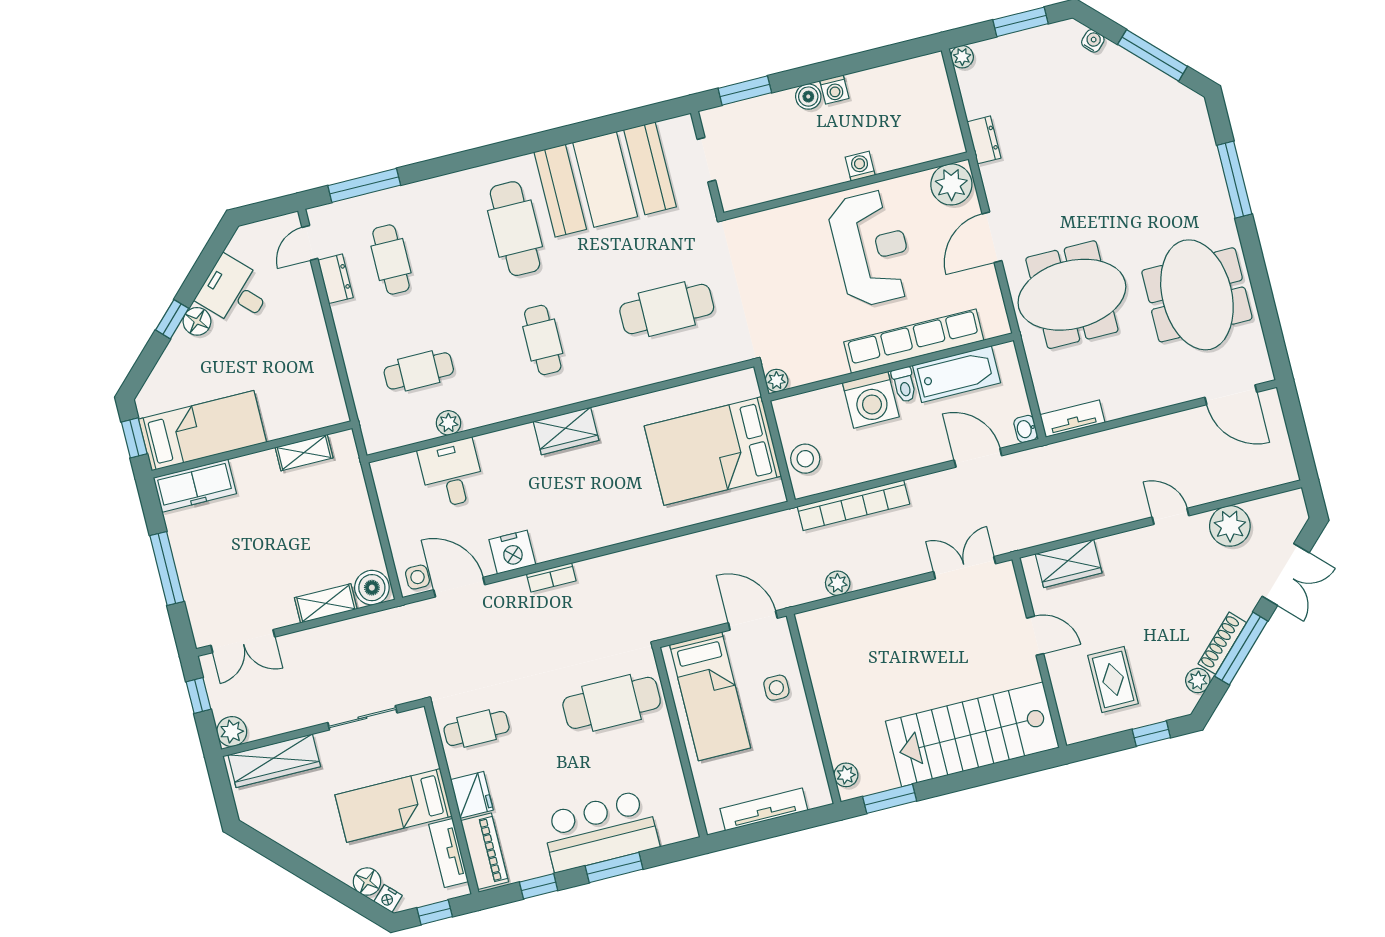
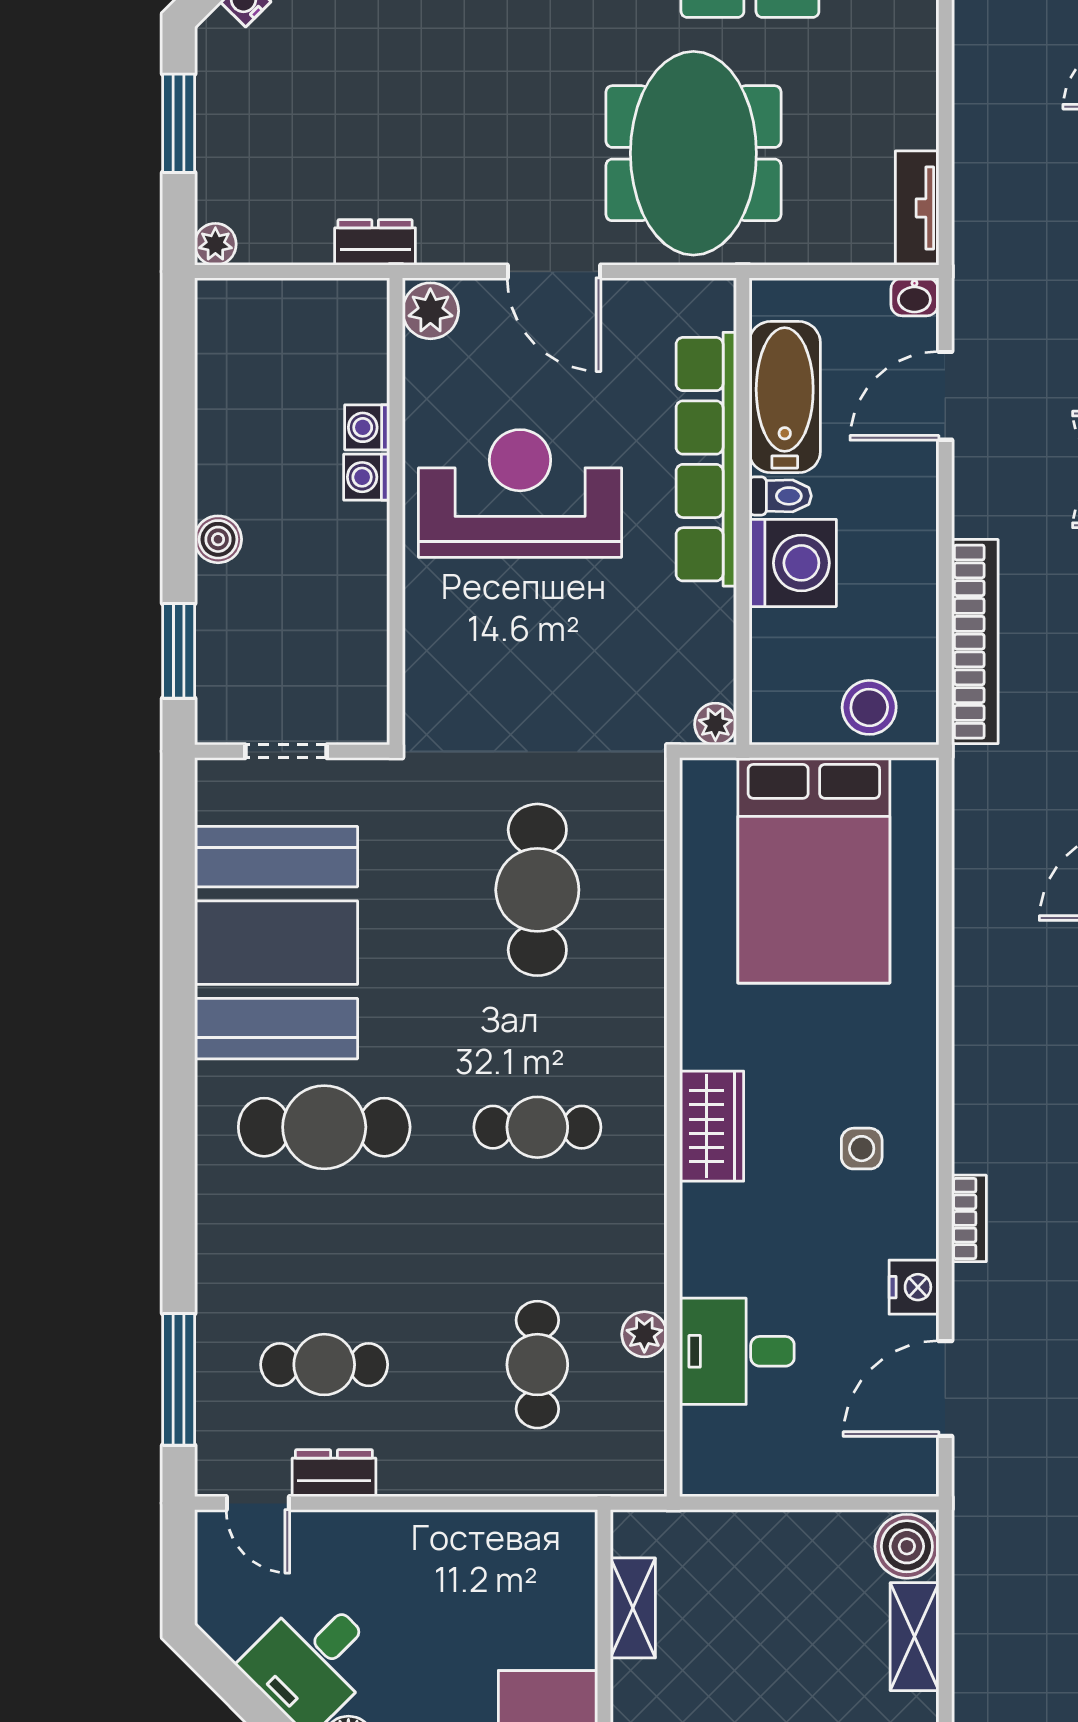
washing machine: (834, 90) -> (367, 427), moved, turned 180
plant: (951, 184) -> (430, 311), width x0.73, depth x0.73
nightstand: (512, 552) -> (914, 1287), width x0.74, depth x0.75
side table: (417, 577) -> (862, 1149), moved

